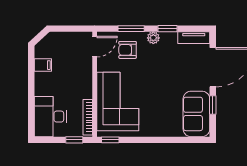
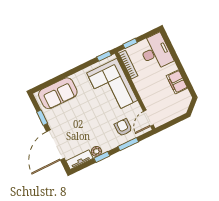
plant: (153, 38) -> (96, 151), moved
armchair: (128, 50) -> (123, 127), turned -90
filing cabinet: (43, 65) -> (177, 82), width x2.00
sofa: (196, 114) -> (58, 93), moved, turned 90

